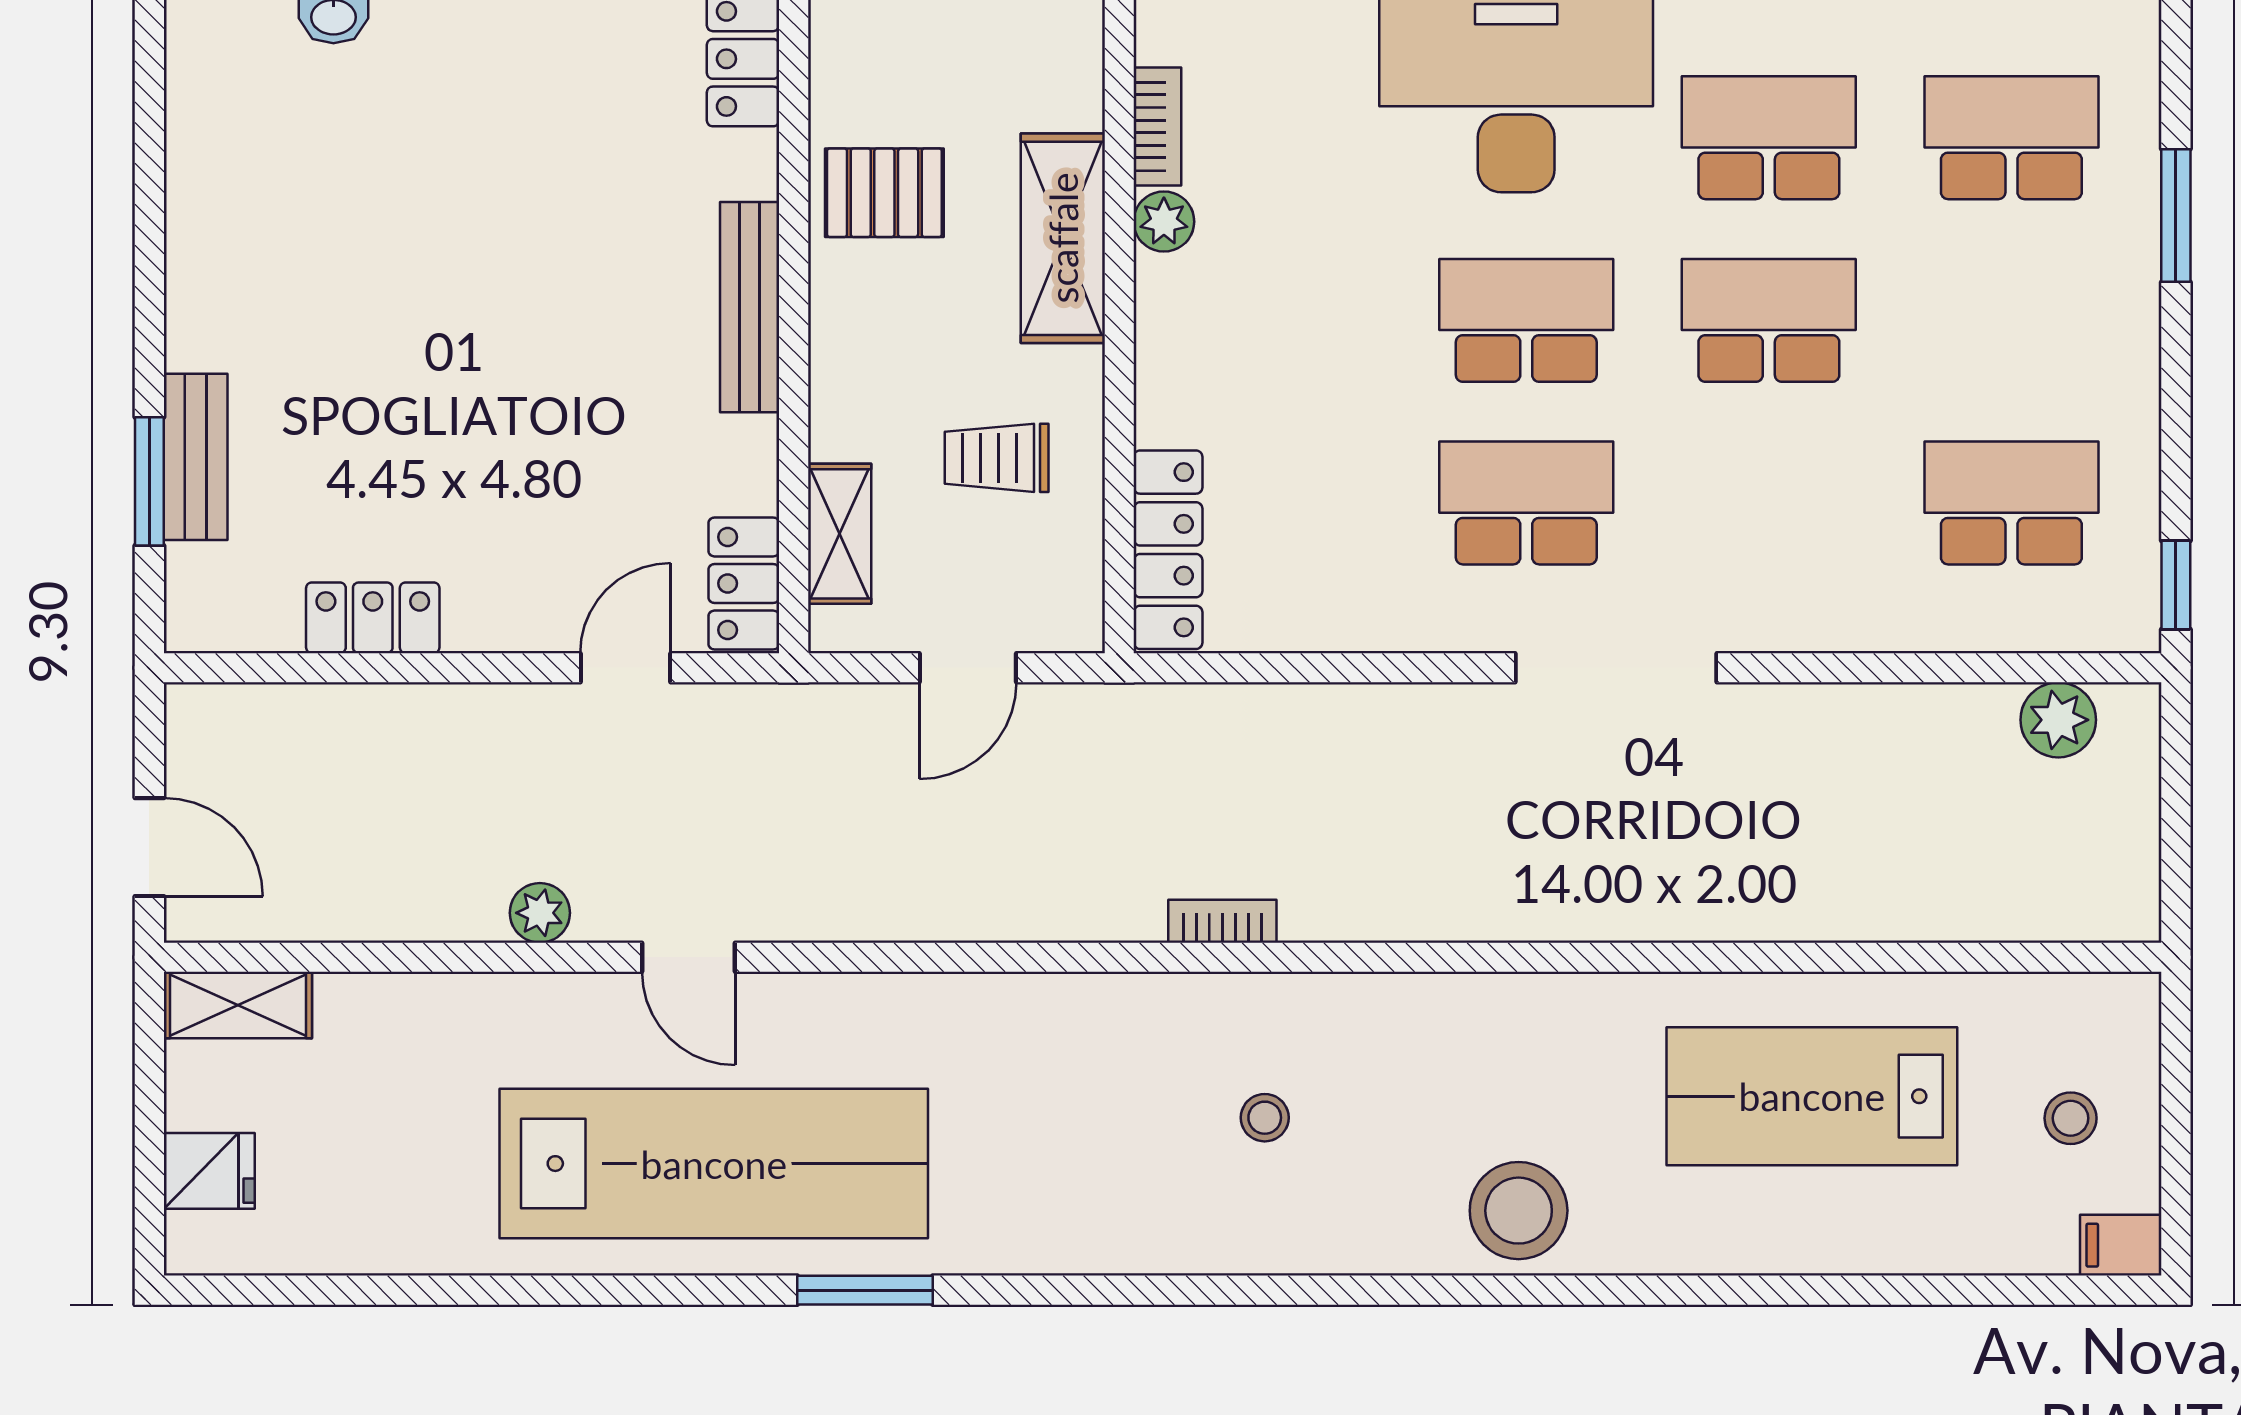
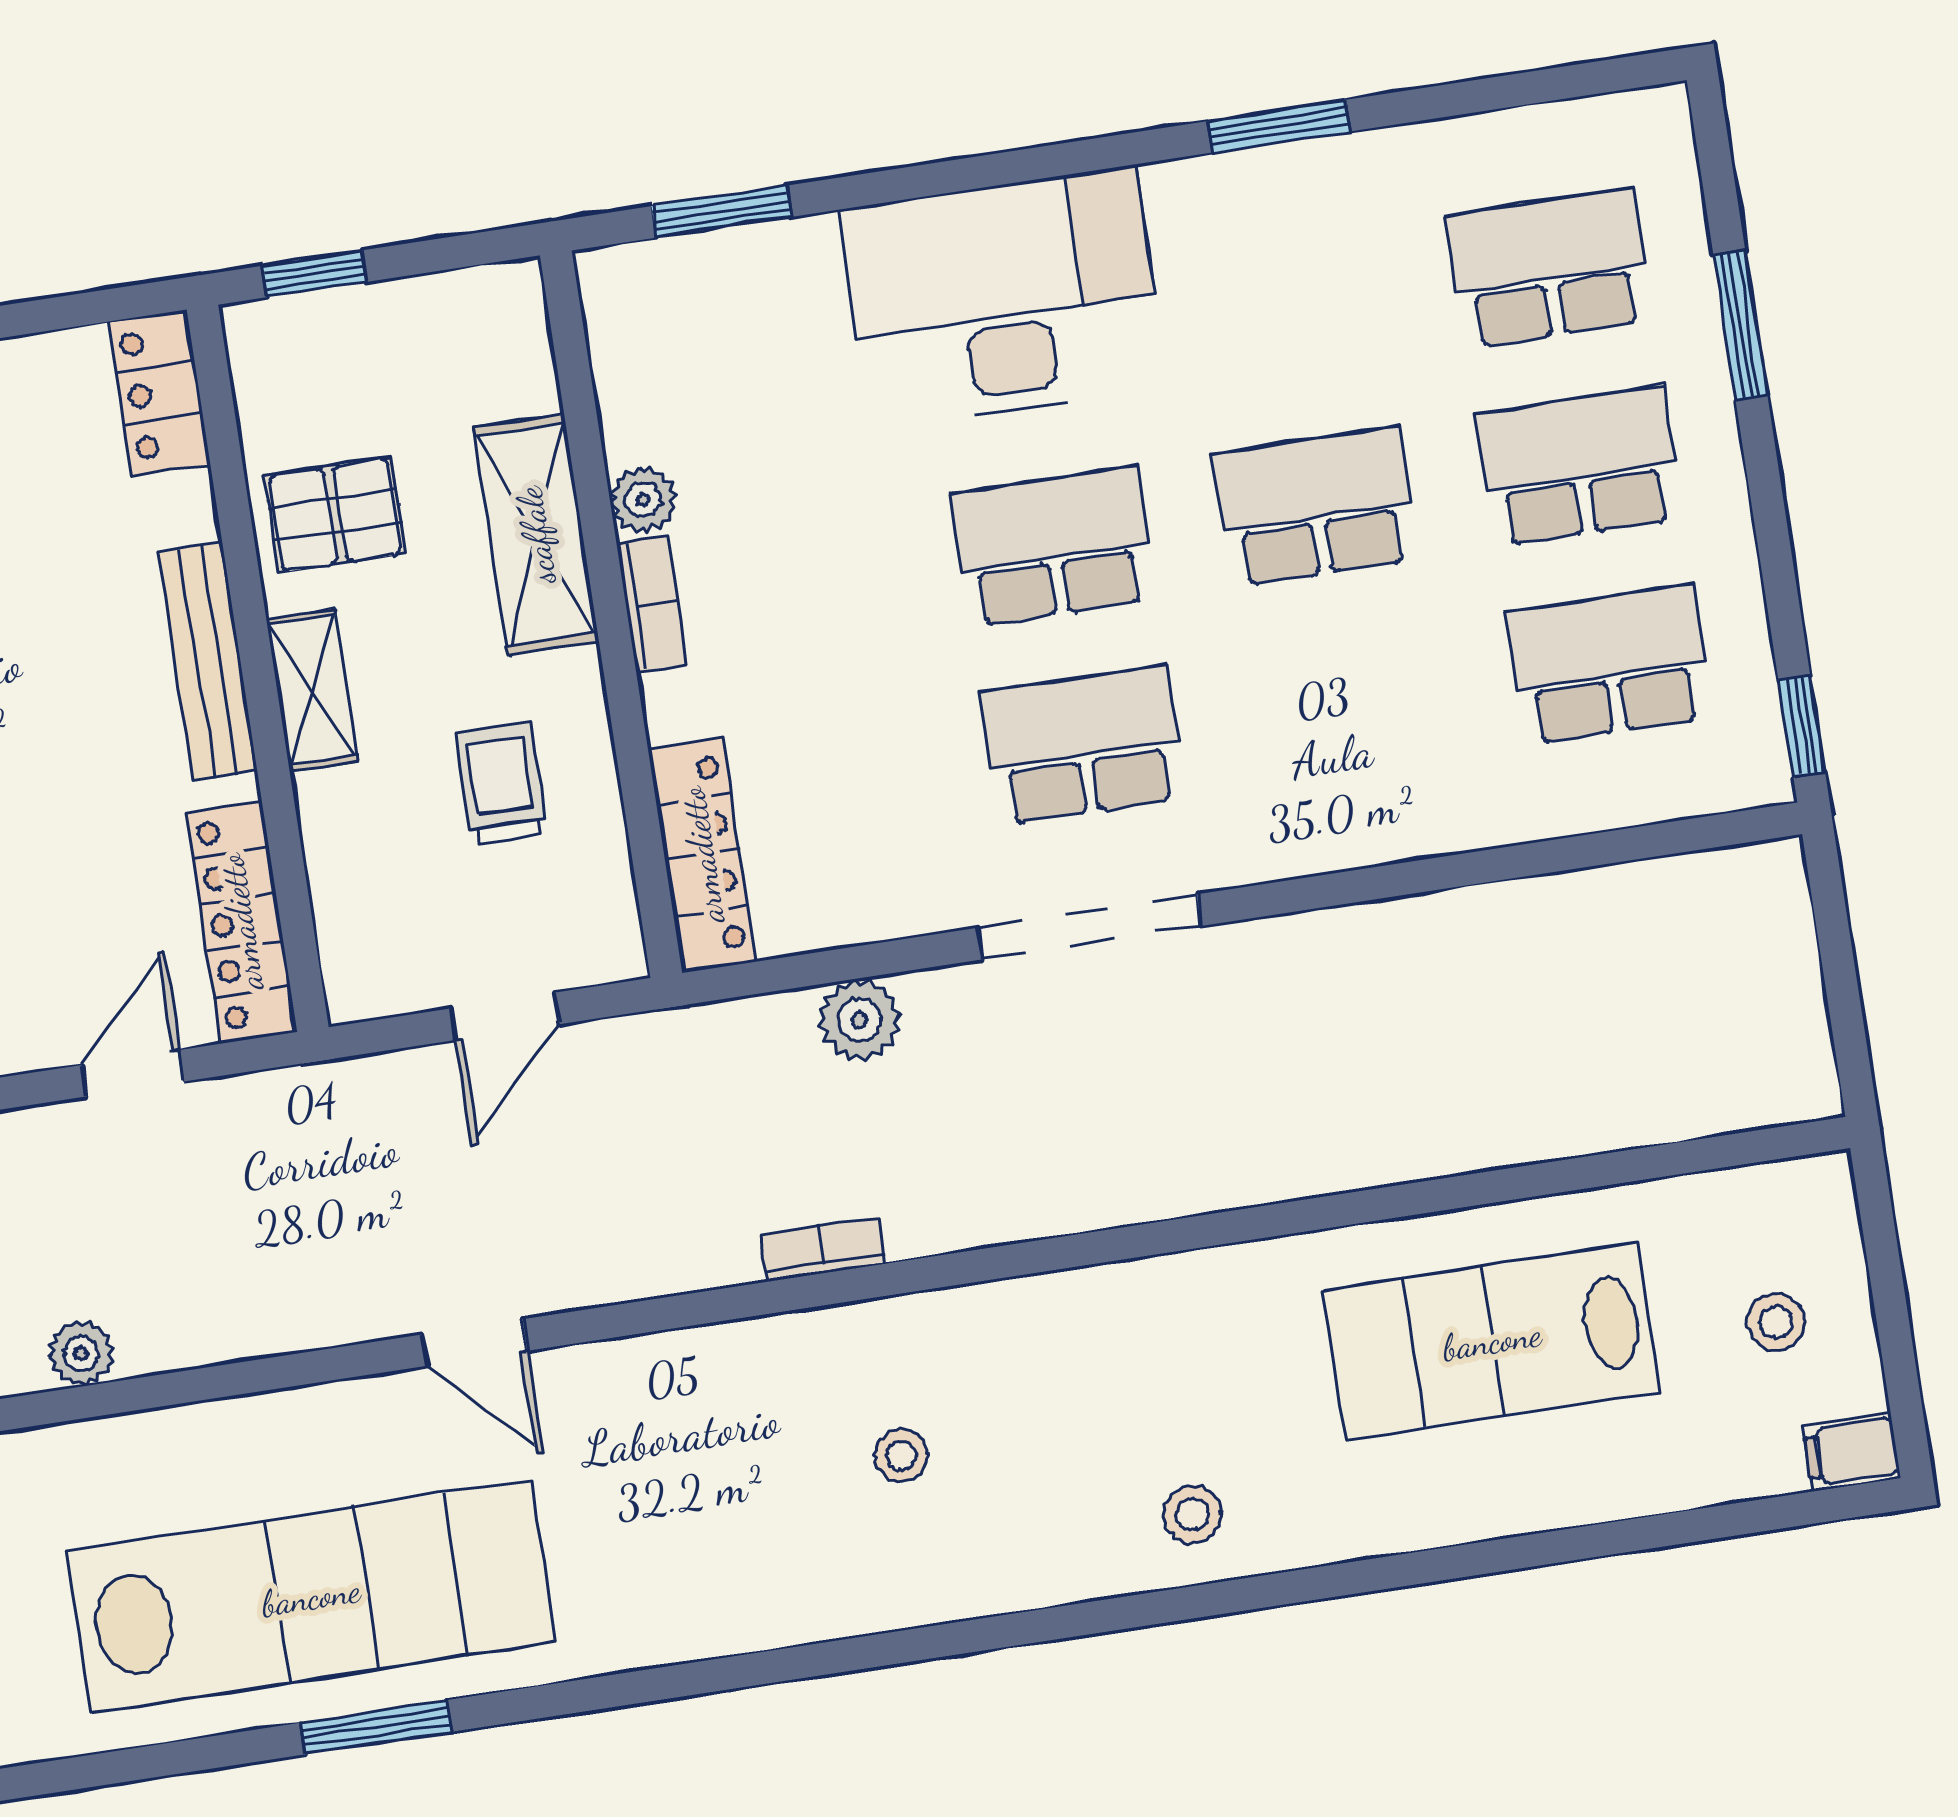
bookcase: (1157, 126) -> (652, 604), moved
school desk: (1769, 138) -> (1579, 466), moved
trolley: (997, 458) -> (501, 784), turned 90
shelving: (840, 534) -> (312, 690), moved
locker: (744, 583) -> (241, 922), width x1.53
doorway: (1616, 668) -> (1089, 927), moved
plant: (2058, 720) -> (859, 1020), moved
door: (688, 957) -> (474, 1343), moved
stool: (1519, 1211) -> (1192, 1514), width x0.53, depth x0.53
window: (865, 1290) -> (376, 1727), moved

